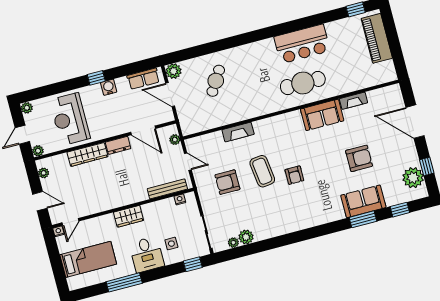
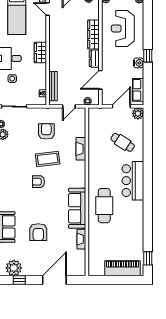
bar counter: (302, 44) -> (133, 181), moved
sofa: (322, 115) -> (77, 208), width x1.36
reception desk: (70, 119) -> (123, 28), turned -90

